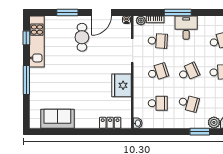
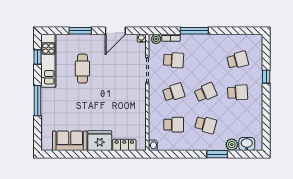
desk: (186, 28) -> (203, 46), removed
cafe table: (82, 37) -> (82, 69), moved
fridge: (121, 85) -> (100, 141), moved, turned 90

